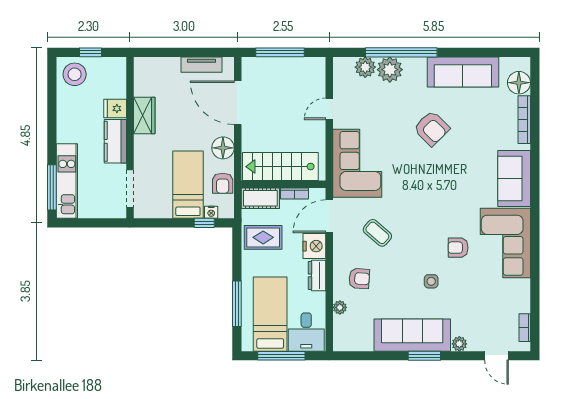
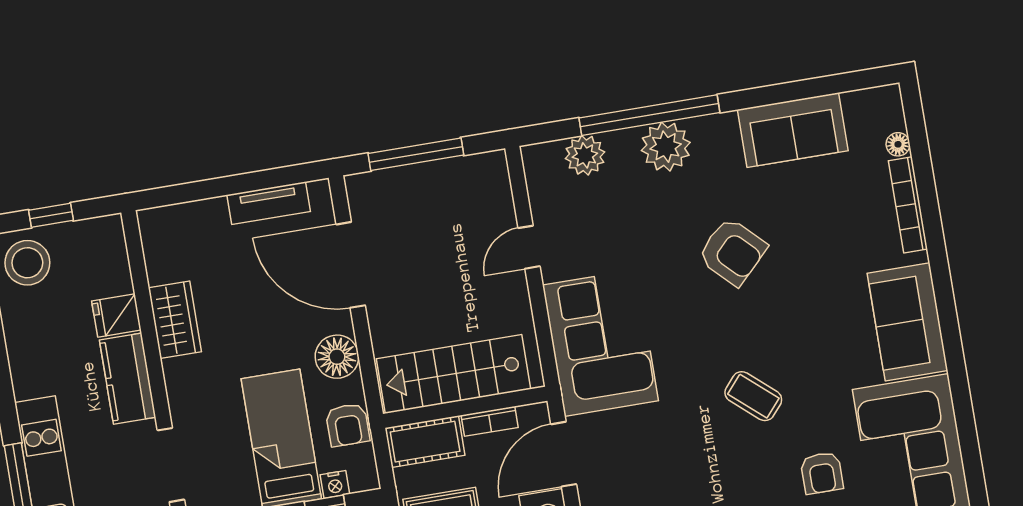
plant: (390, 70) -> (666, 147), moved
sofa: (463, 72) -> (793, 130), width x0.73
floor lamp: (519, 83) -> (898, 144), width x0.53, depth x0.53
coffee table: (377, 233) -> (753, 396), moved
armchair: (458, 248) -> (822, 473), turned -90

